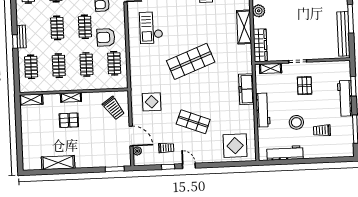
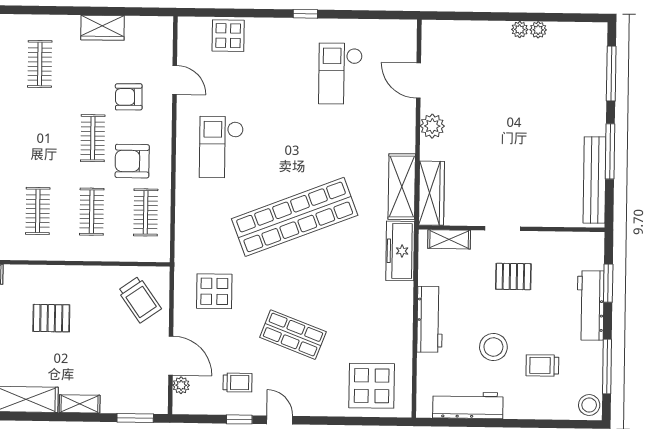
shelving: (244, 27) -> (402, 187), moved
clothes rail: (57, 28) -> (39, 137), removed
shop shelf: (191, 61) -> (295, 217), width x1.40
pallet: (305, 86) -> (513, 276), turned 90
freezer: (246, 89) -> (400, 251), moved
shelving: (71, 97) -> (80, 404), moved
stool: (347, 149) -> (589, 405), added

